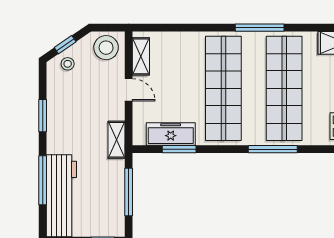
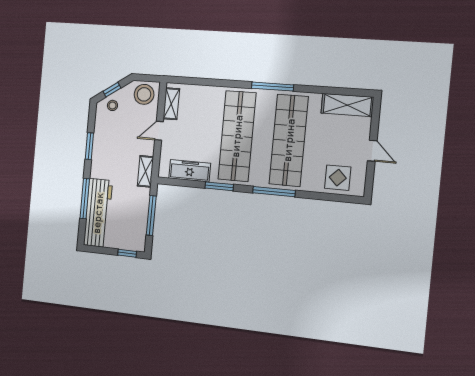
door: (129, 90) -> (159, 131), swing flipped
window: (179, 149) -> (219, 186), moved

